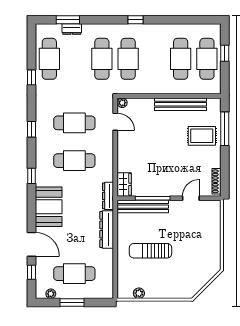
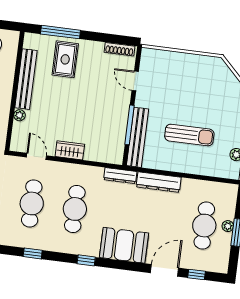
plant: (122, 103) -> (19, 115), moved
door: (115, 122) -> (36, 156), hinge flipped
wardrobe: (124, 184) -> (70, 150), moved
sun lounger: (151, 251) -> (189, 135), turned -90
plant: (51, 294) -> (228, 226), moved

